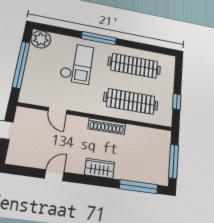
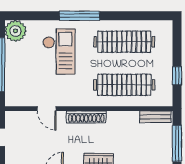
shoe rack: (107, 126) -> (86, 117), moved
bench: (156, 134) -> (155, 117), added

